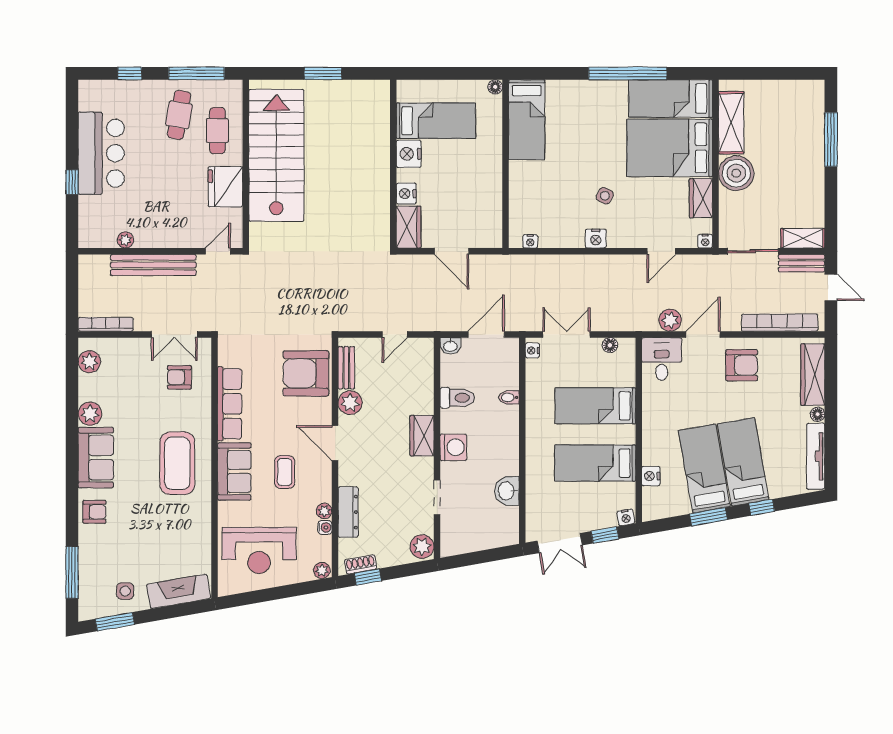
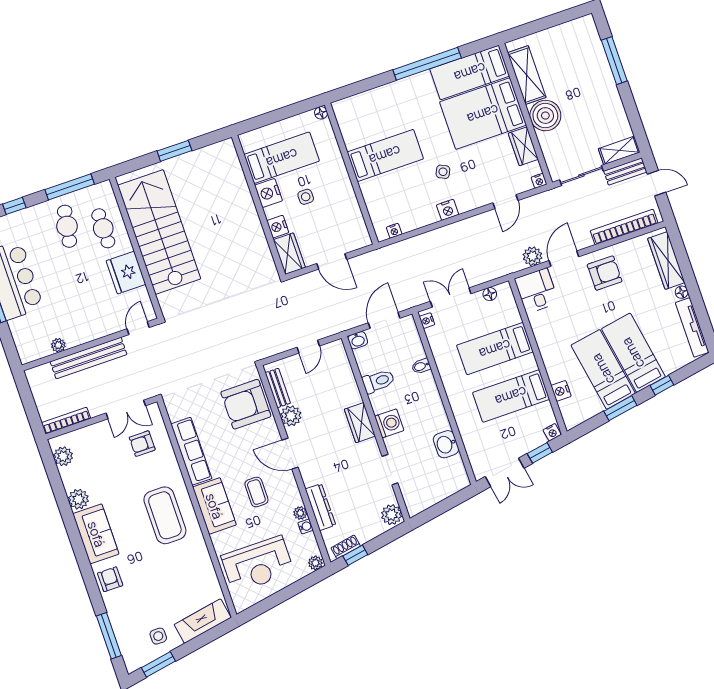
bed: (527, 120) -> (385, 155), moved, turned -90
side table: (447, 172) -> (306, 197), added
armchair: (94, 512) -> (110, 579), turned -90

